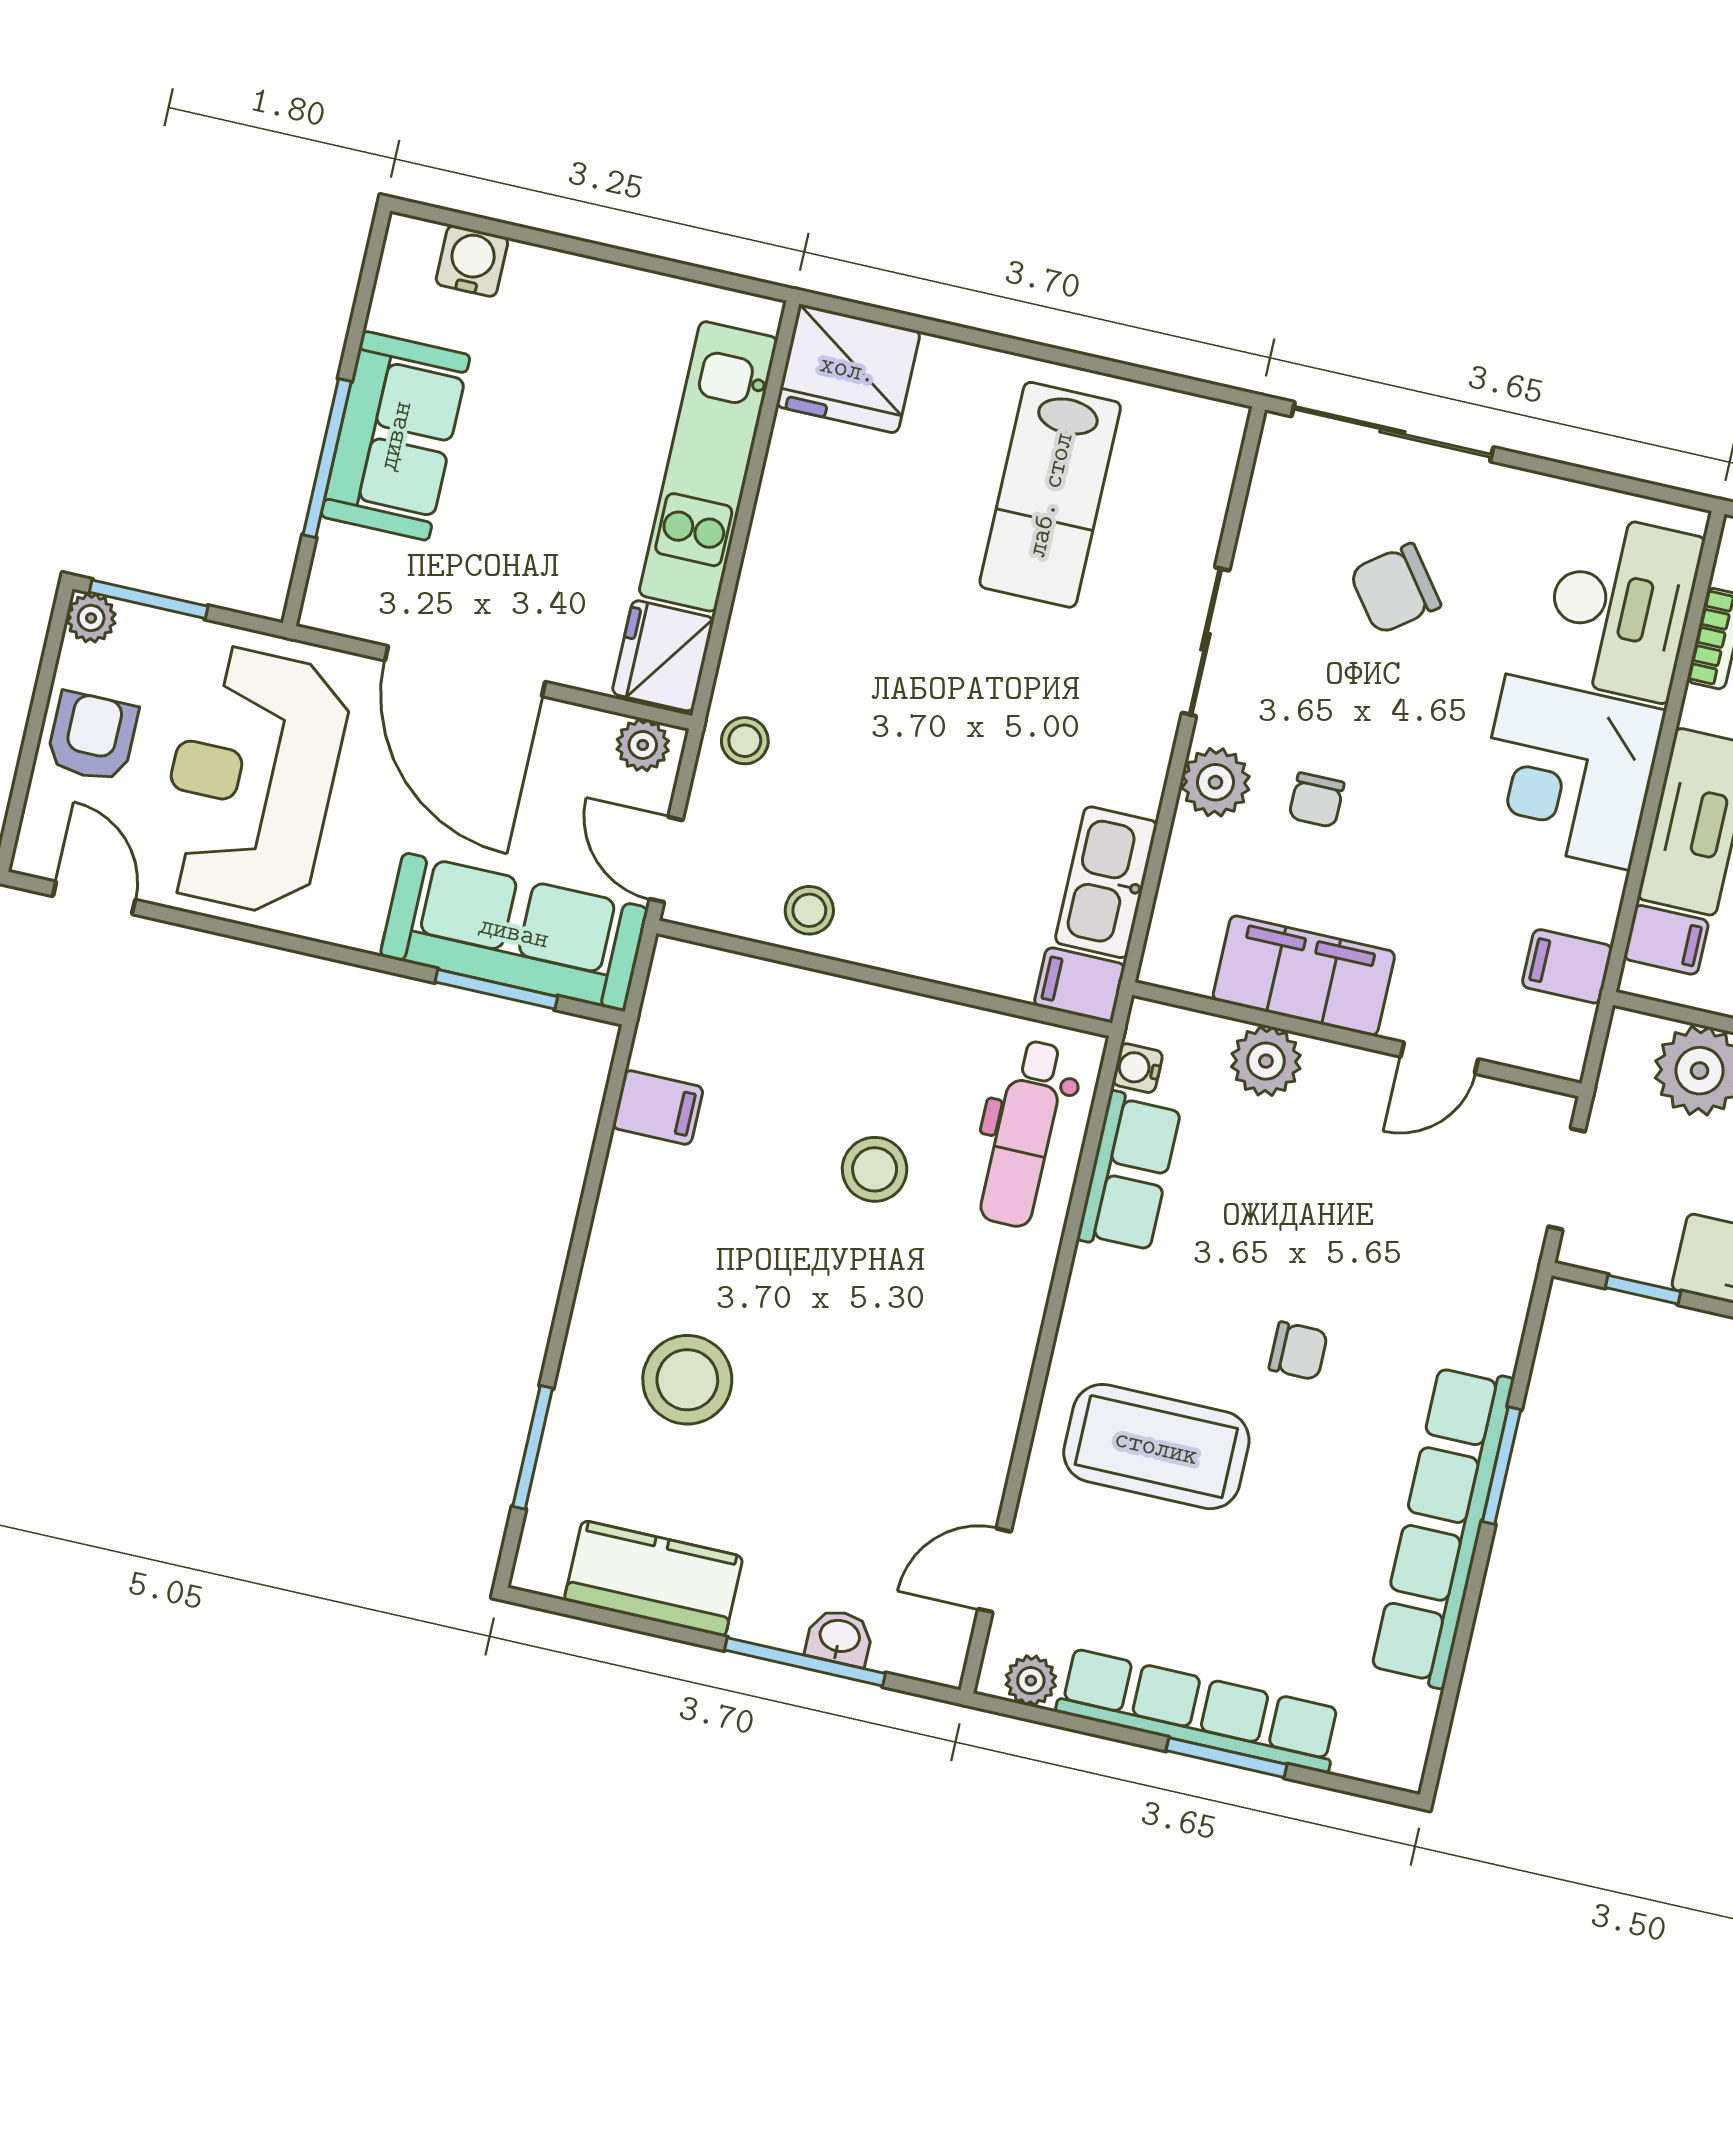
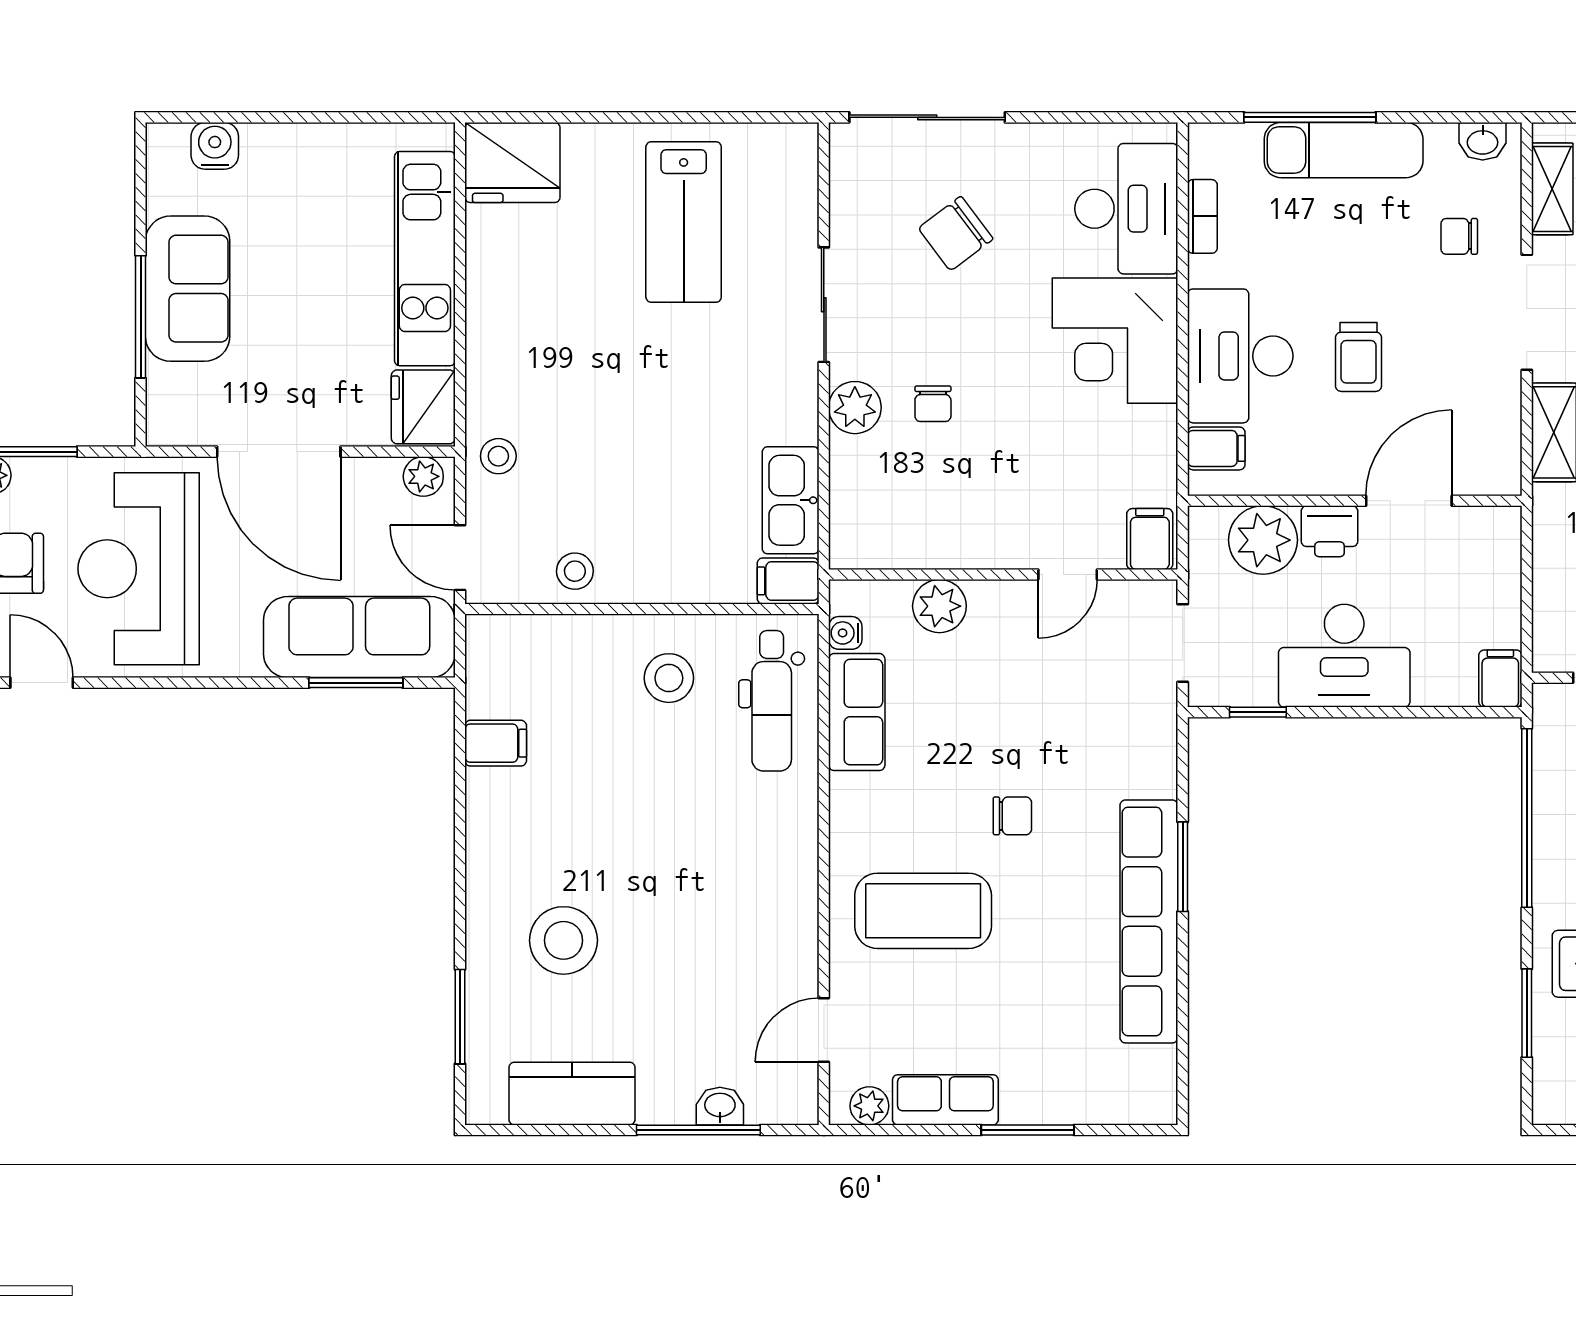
filing cabinet: (1567, 966) -> (1150, 539), moved, turned 90
filing cabinet: (1304, 976) -> (953, 536), removed
stool: (875, 1169) -> (669, 678), moved
row of seats: (1199, 1711) -> (945, 1100), width x0.50

